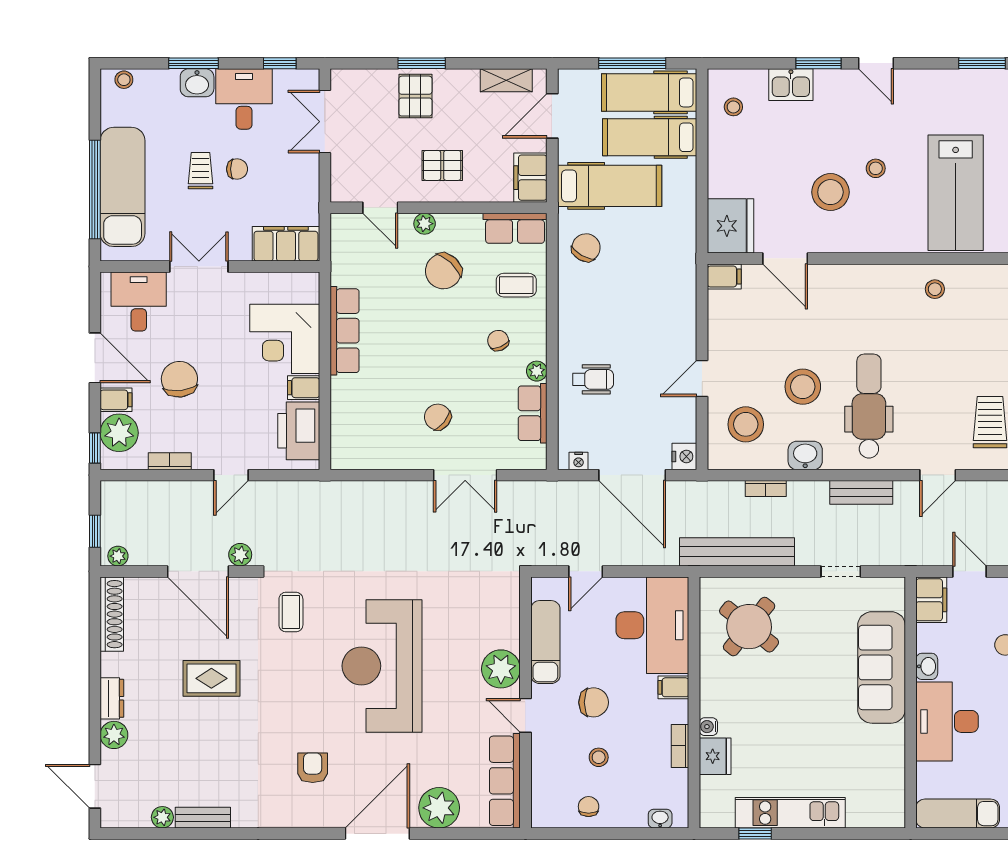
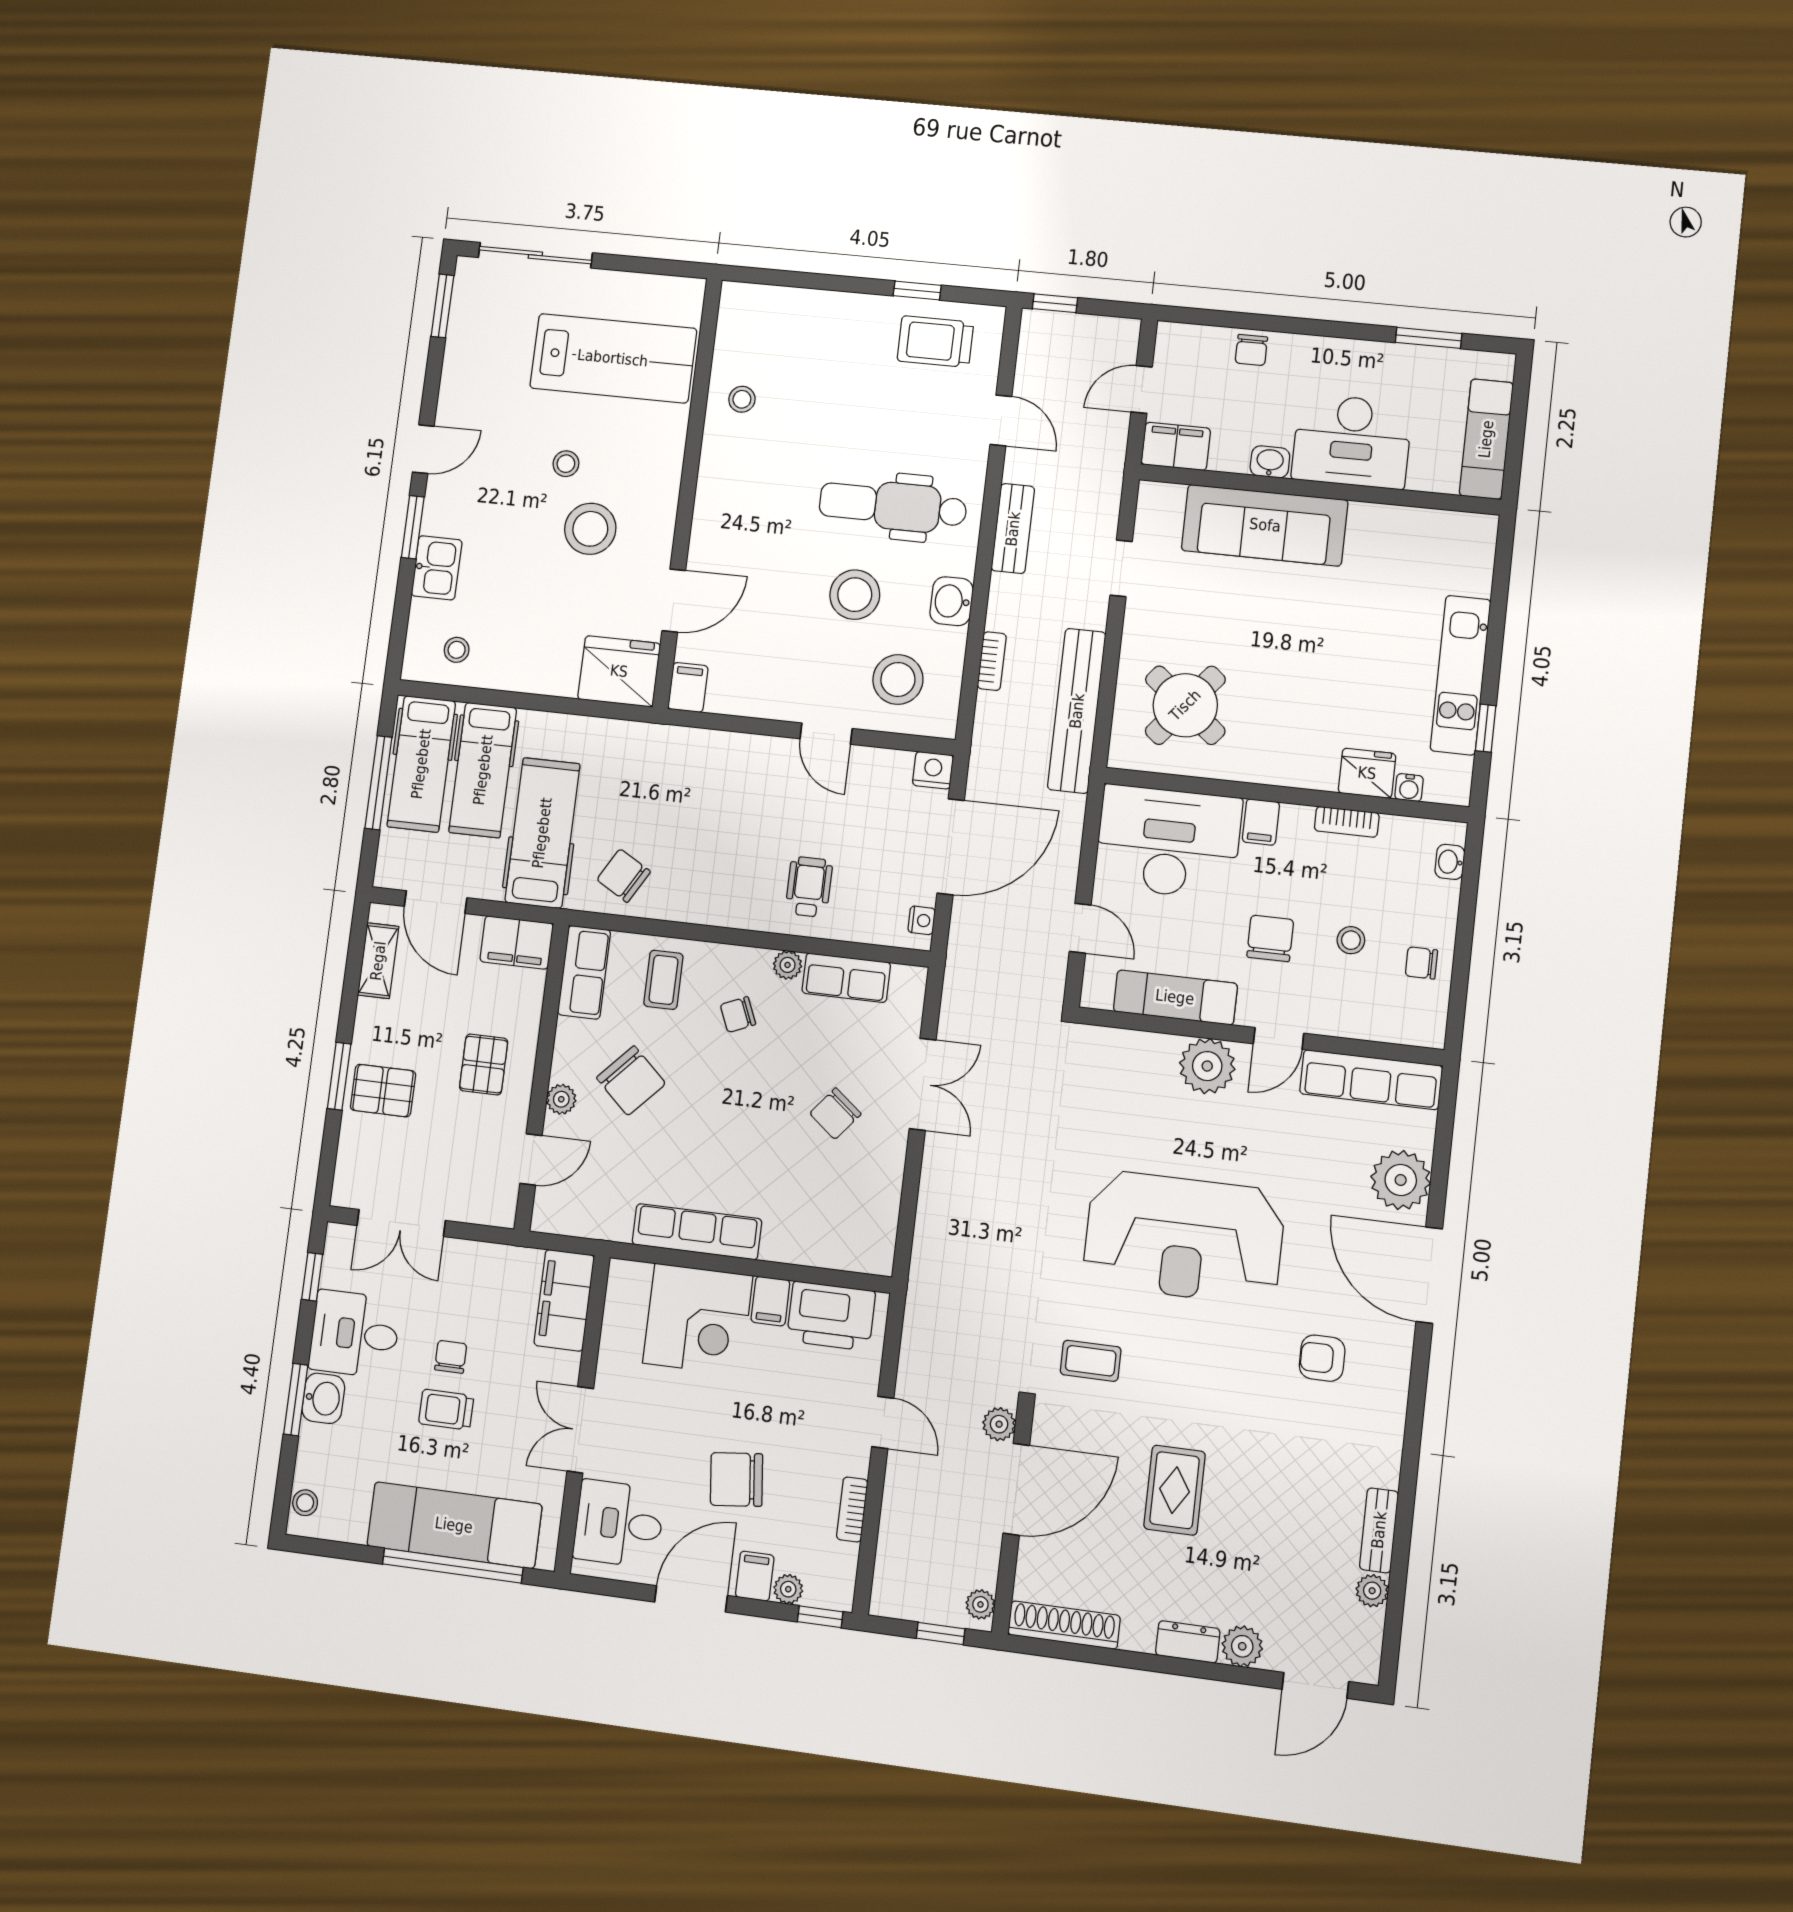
plant: (119, 433) -> (788, 1589), width x0.53, depth x0.53
water cooler: (708, 727) -> (1409, 788), moved

